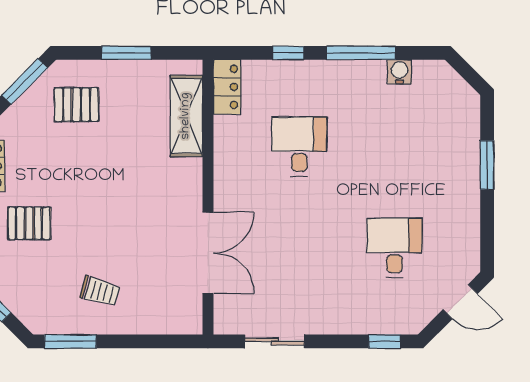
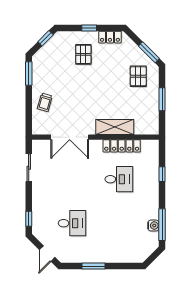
window: (361, 53) -> (162, 225), moved
locker: (227, 87) -> (122, 146), moved, width x1.53
shelving: (186, 116) -> (115, 127), moved
window: (487, 165) -> (94, 266), moved
trolley: (100, 291) -> (45, 102), moved

